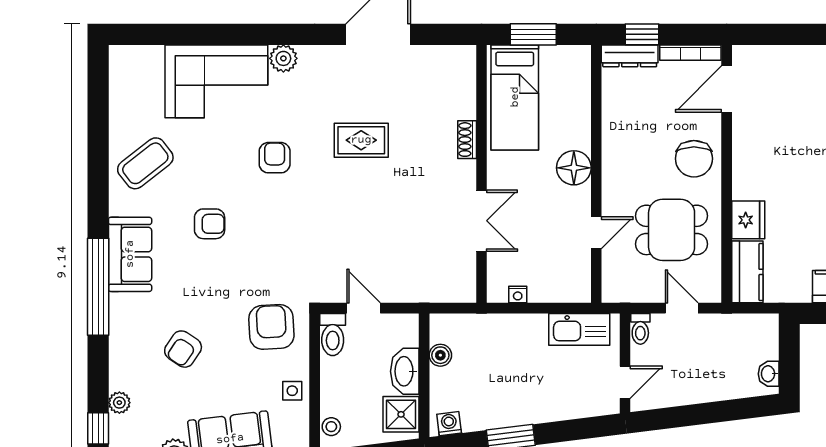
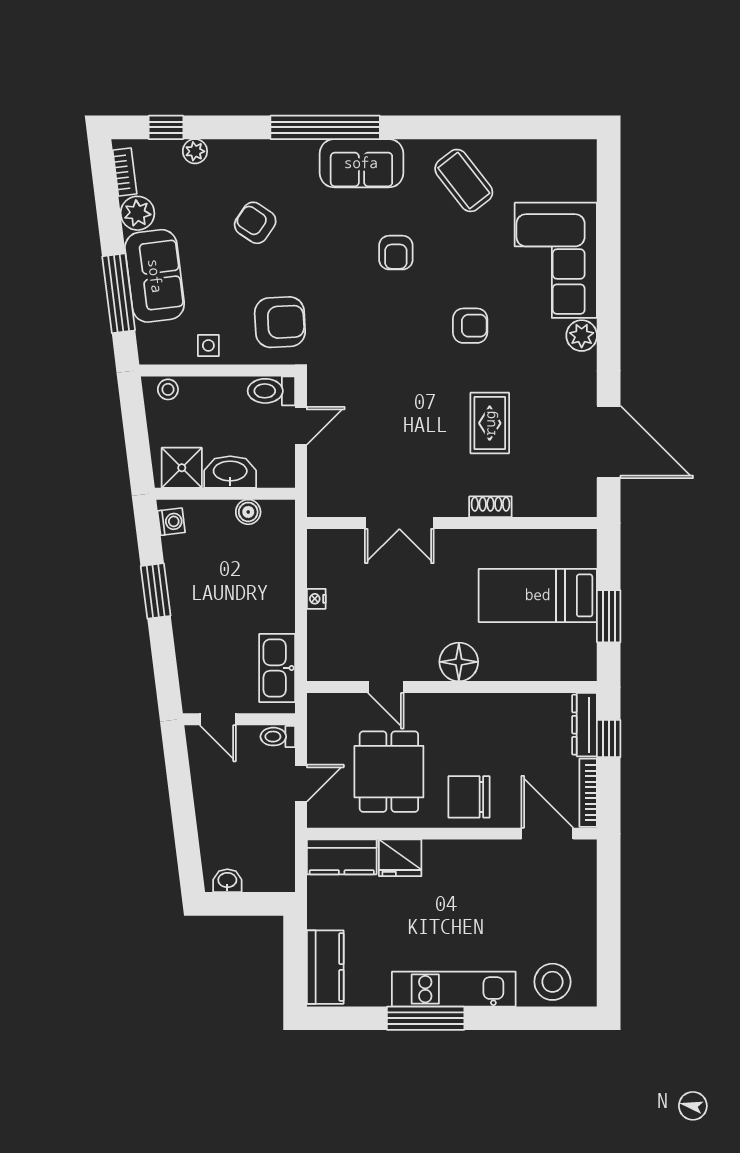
shoe rack: (467, 140) -> (490, 507), moved
wall: (482, 174) -> (452, 523), moved
double door: (482, 221) -> (399, 523), moved

